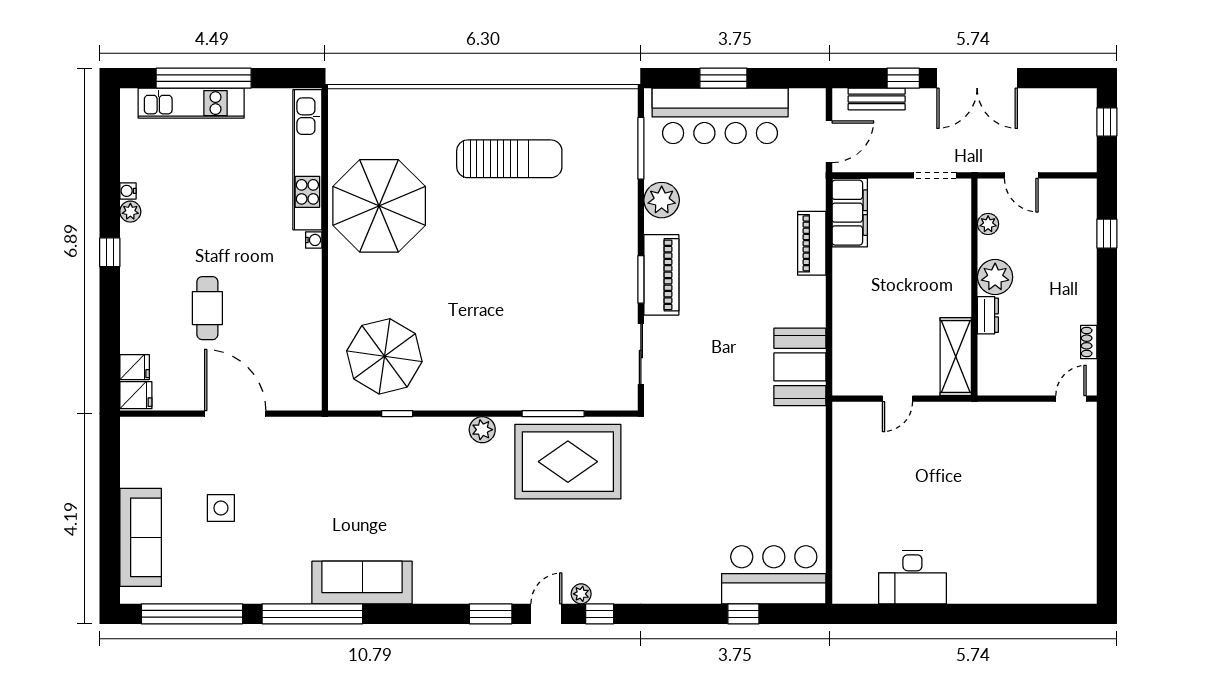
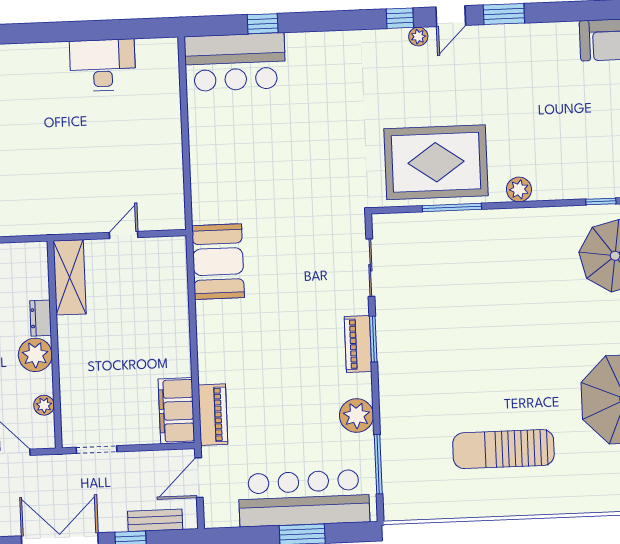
piano: (812, 243) -> (213, 415), moved
piano: (661, 275) -> (358, 344), width x0.73, depth x0.75

